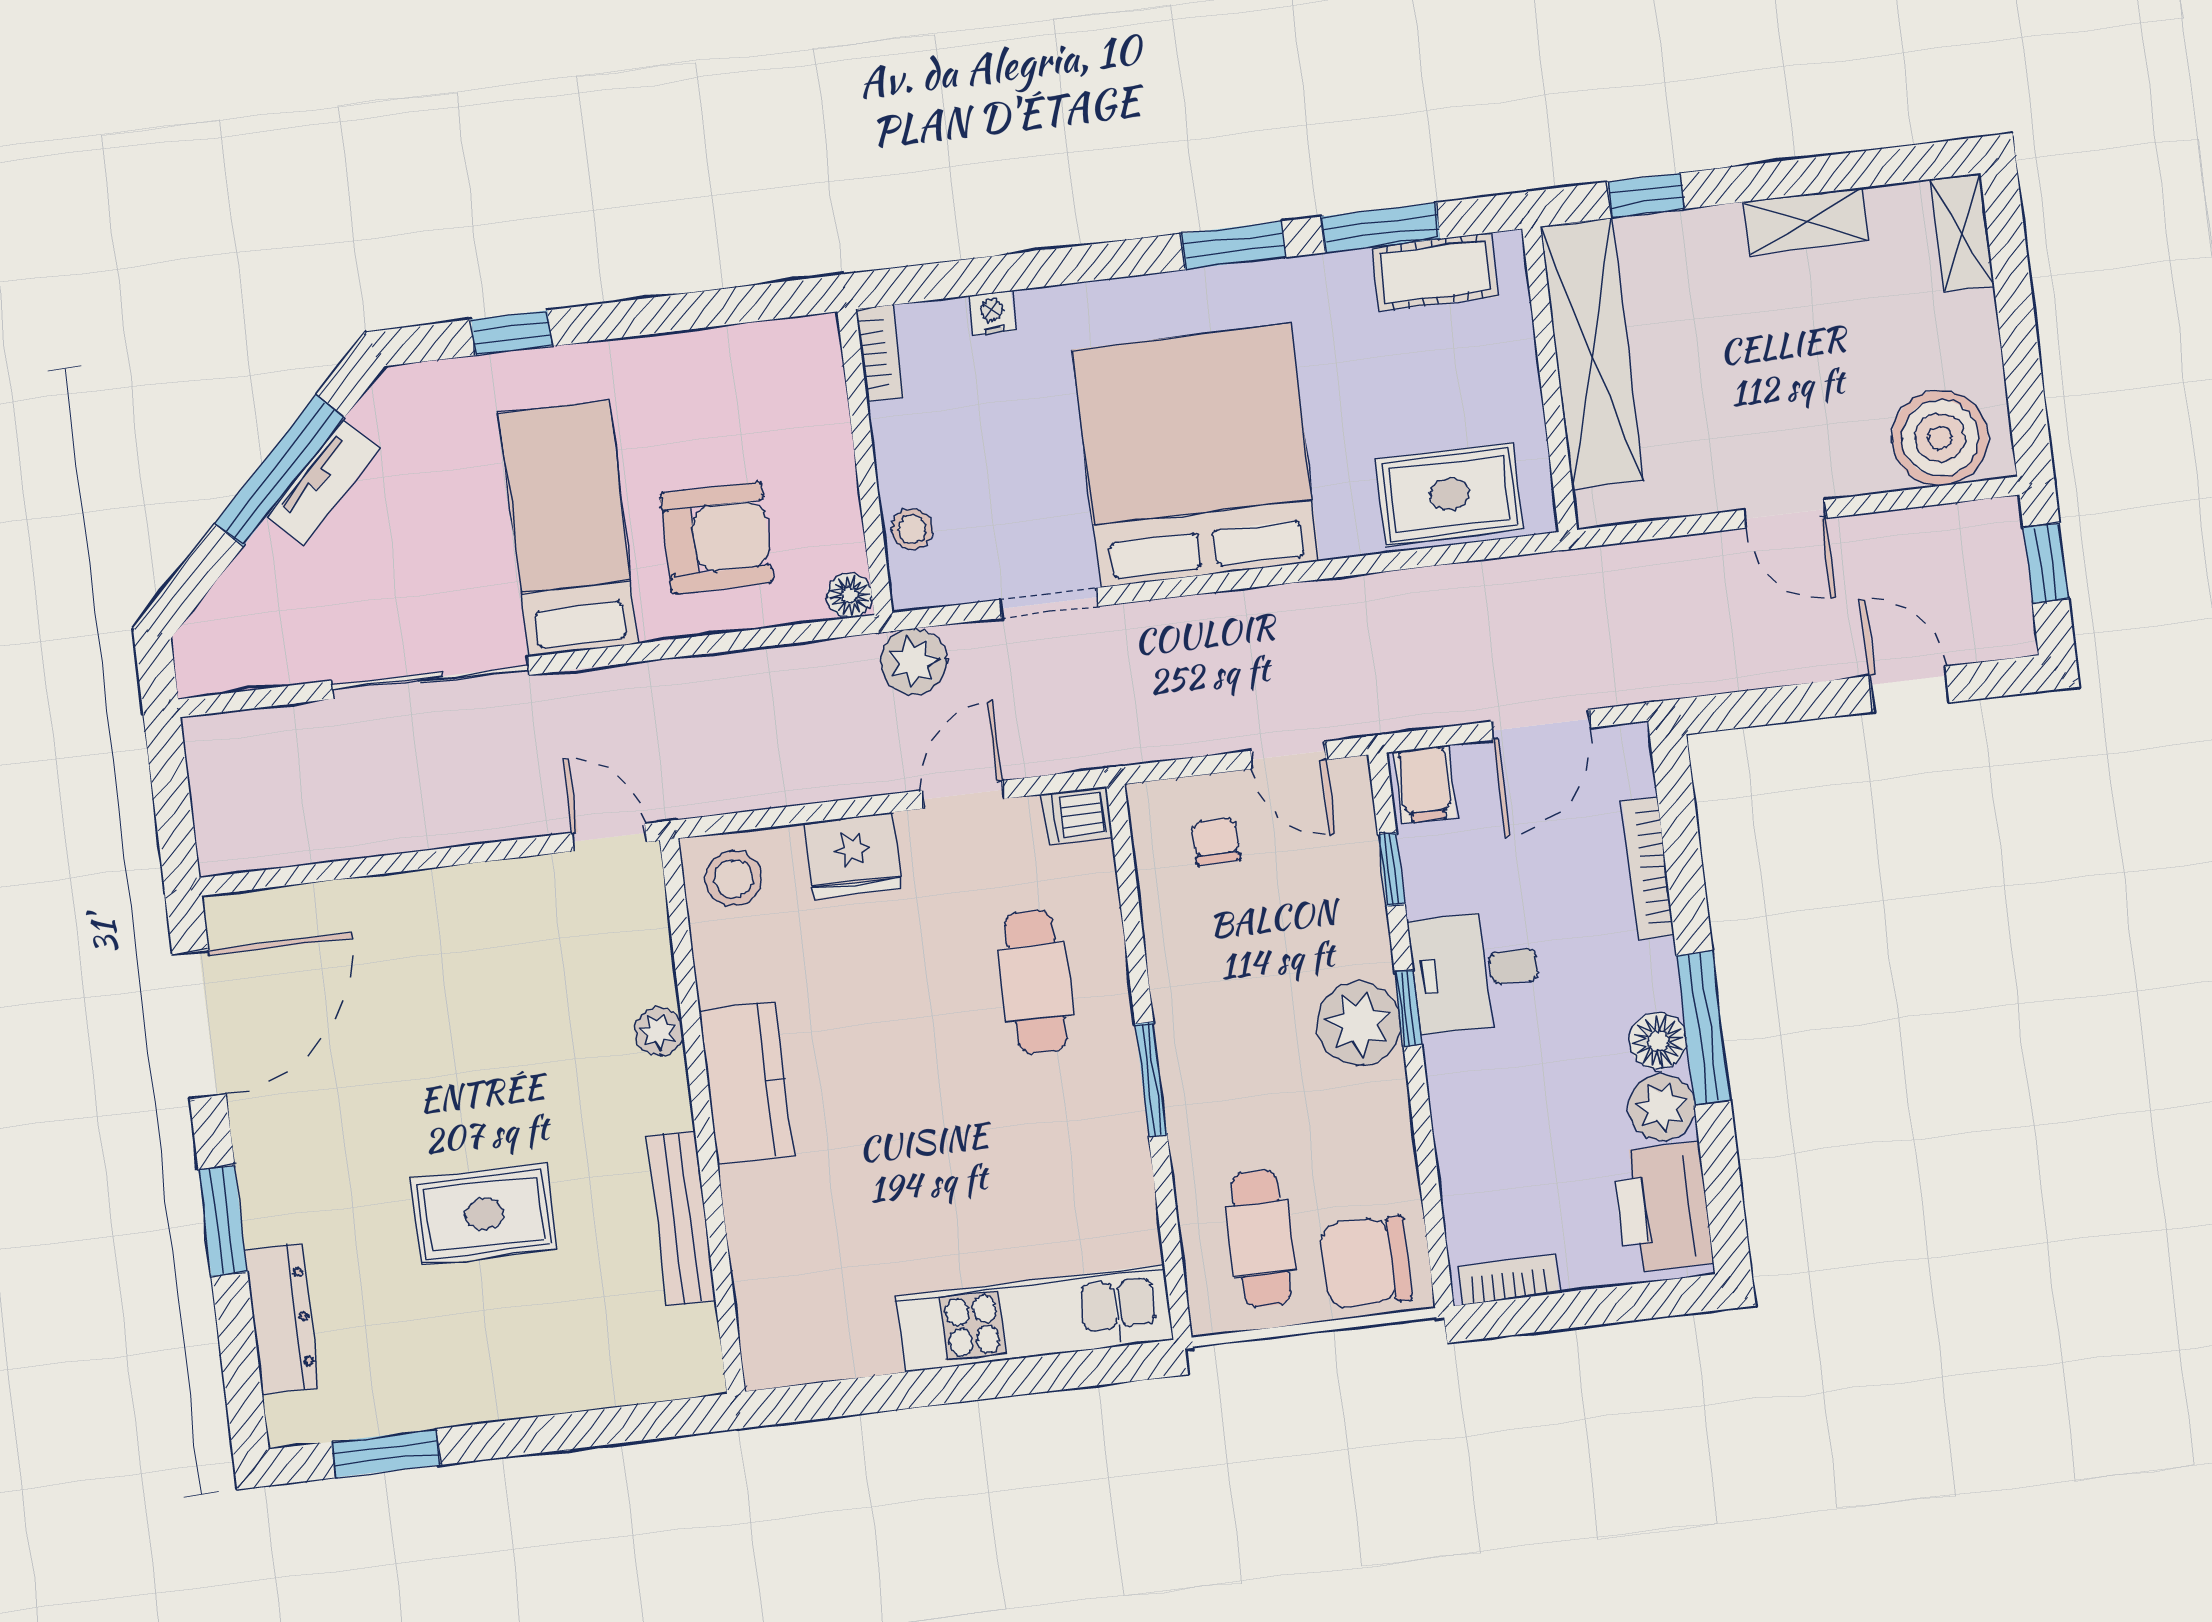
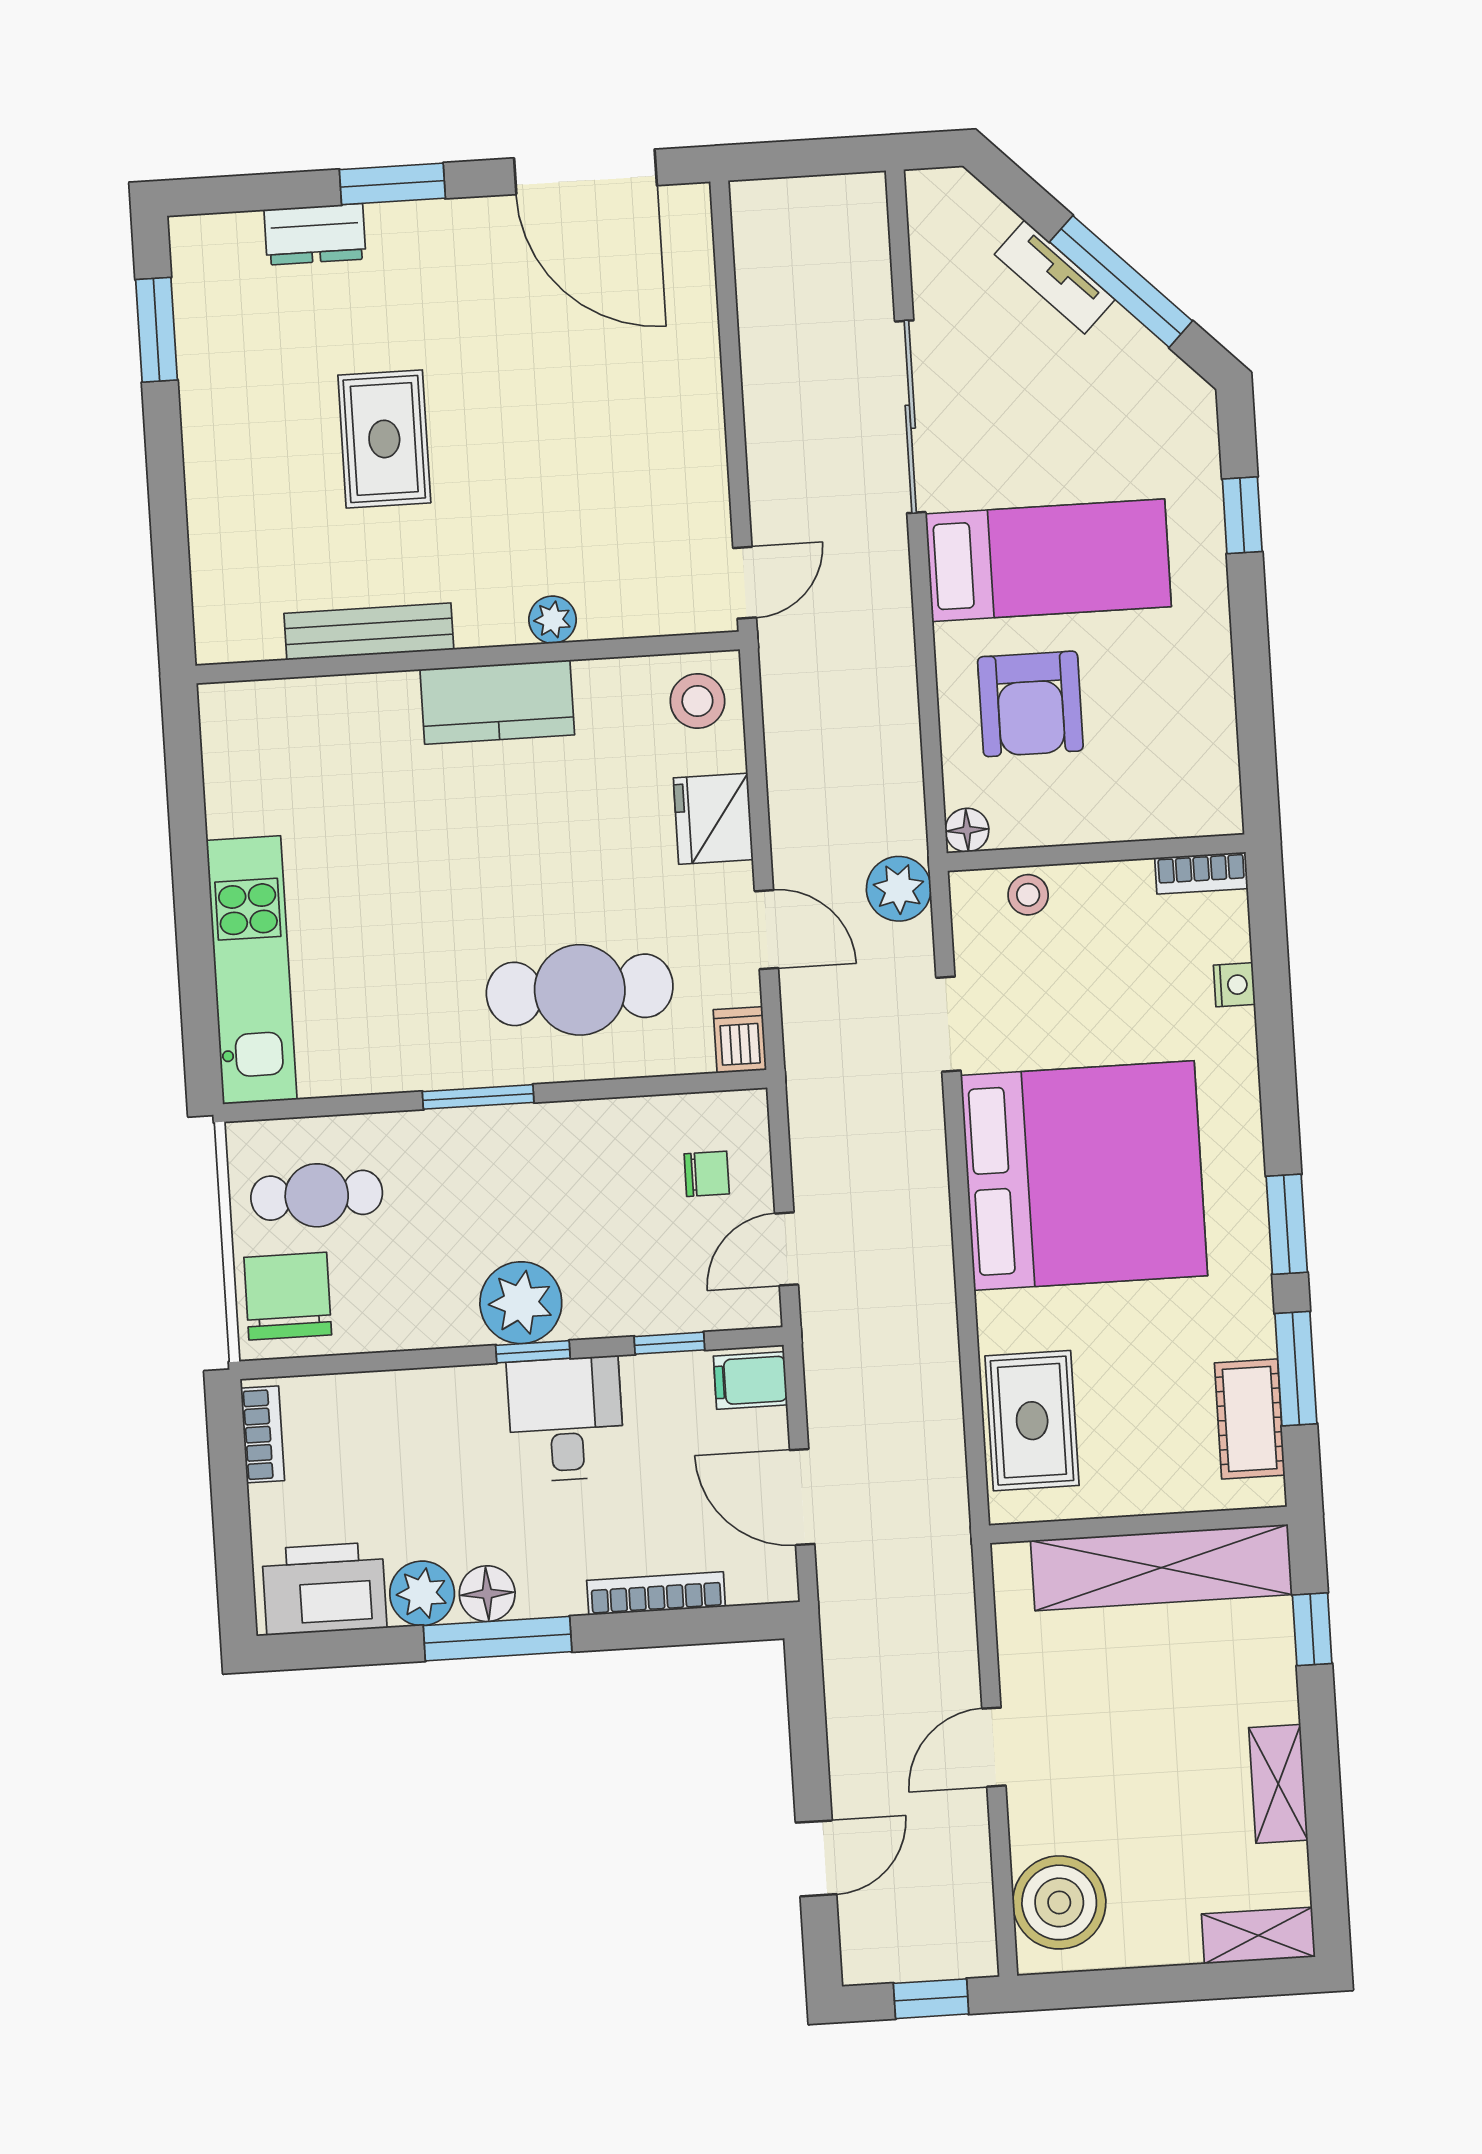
tv unit: (323, 482) -> (1055, 277), moved
cafe table: (1036, 982) -> (580, 990), width x1.37, depth x1.35
dresser: (282, 1319) -> (315, 234), width x0.70

